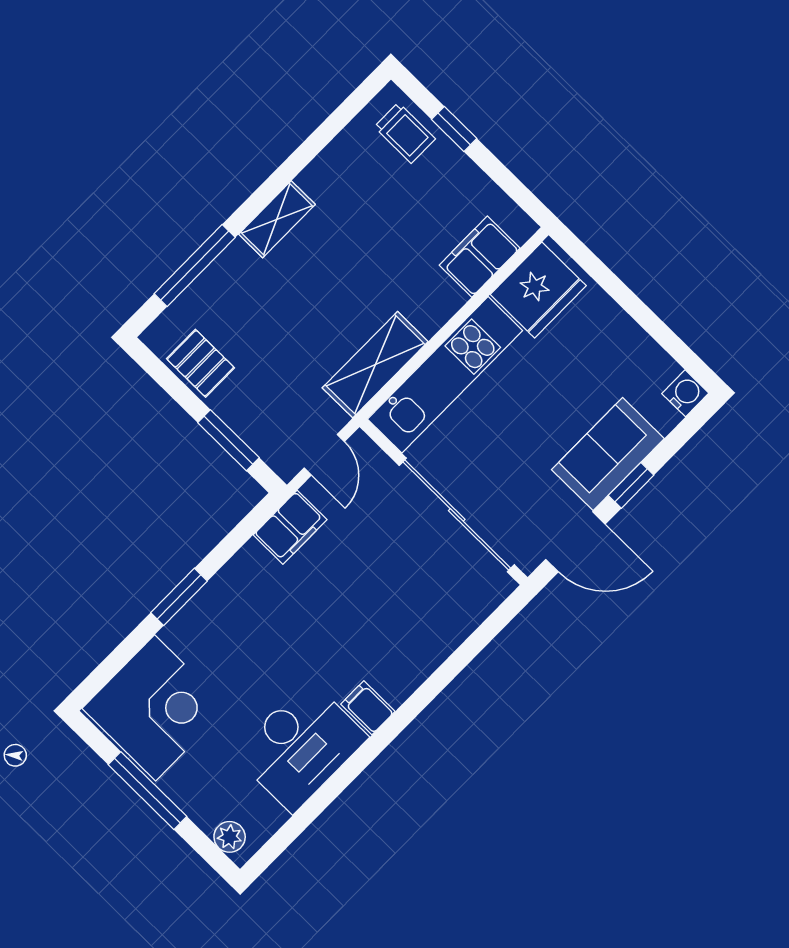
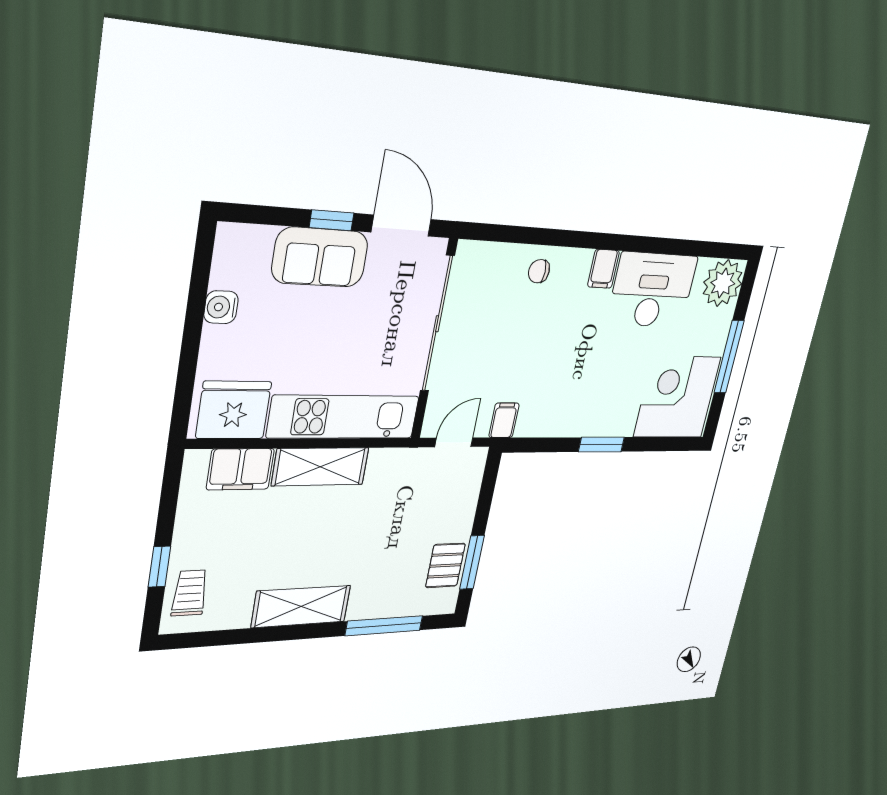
shelving: (277, 219) -> (301, 606), width x1.50, depth x1.33
shelving: (375, 365) -> (320, 467), moved
water cooler: (685, 393) -> (221, 307), moved
window: (228, 440) -> (472, 562), moved
filing cabinet: (290, 527) -> (504, 420), width x0.50
chair: (422, 642) -> (539, 271), added
plant: (230, 837) -> (723, 283), width x1.88, depth x1.88

